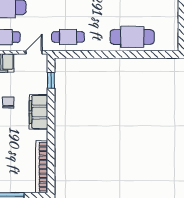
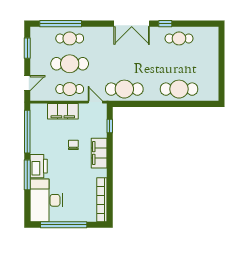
cafe table: (68, 37) -> (124, 89), width x1.37, depth x1.35
door: (34, 52) -> (95, 102), hinge flipped

